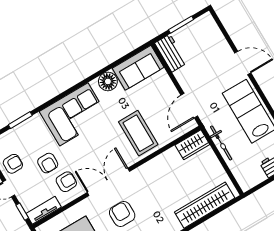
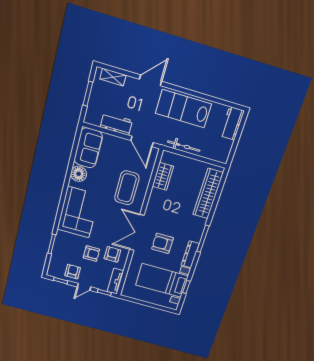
shelving: (214, 32) -> (113, 77), added
workbench: (171, 53) -> (116, 124), moved
coffee table: (138, 133) -> (127, 188), turned 90
wardrobe: (192, 145) -> (163, 176), moved

